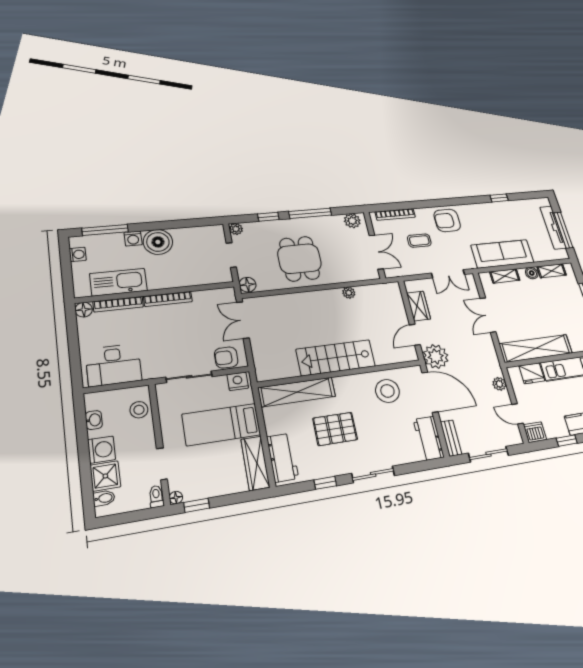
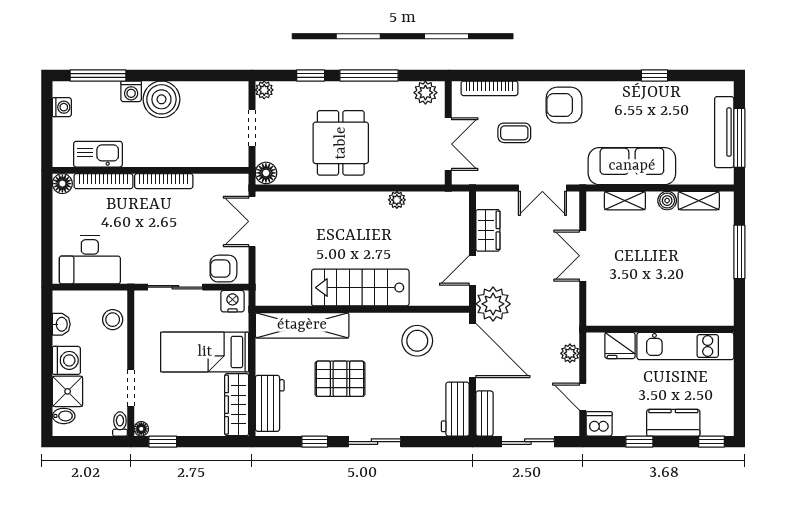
kitchen sink: (118, 282) -> (98, 154), width x0.73, depth x0.81
shelving: (536, 348) -> (637, 312), removed

